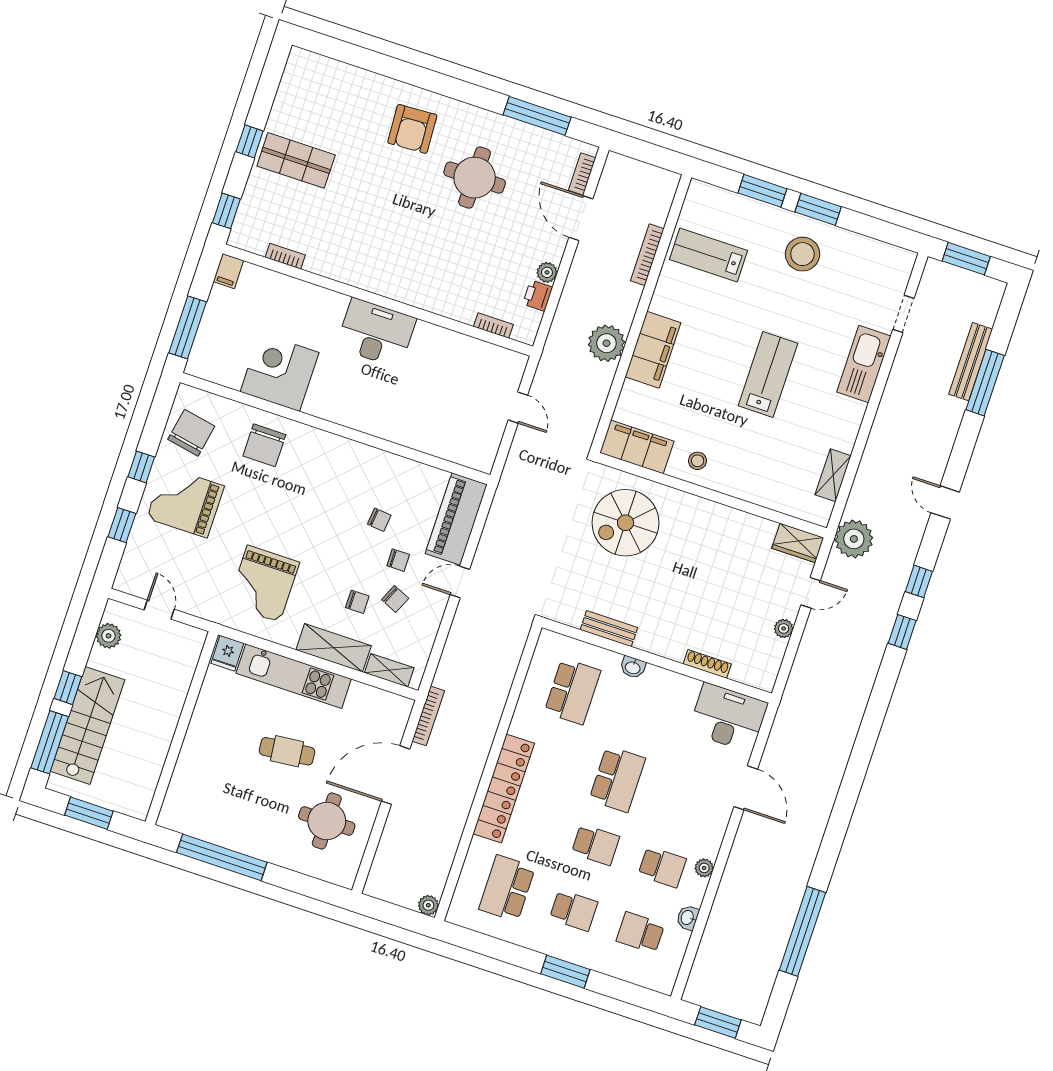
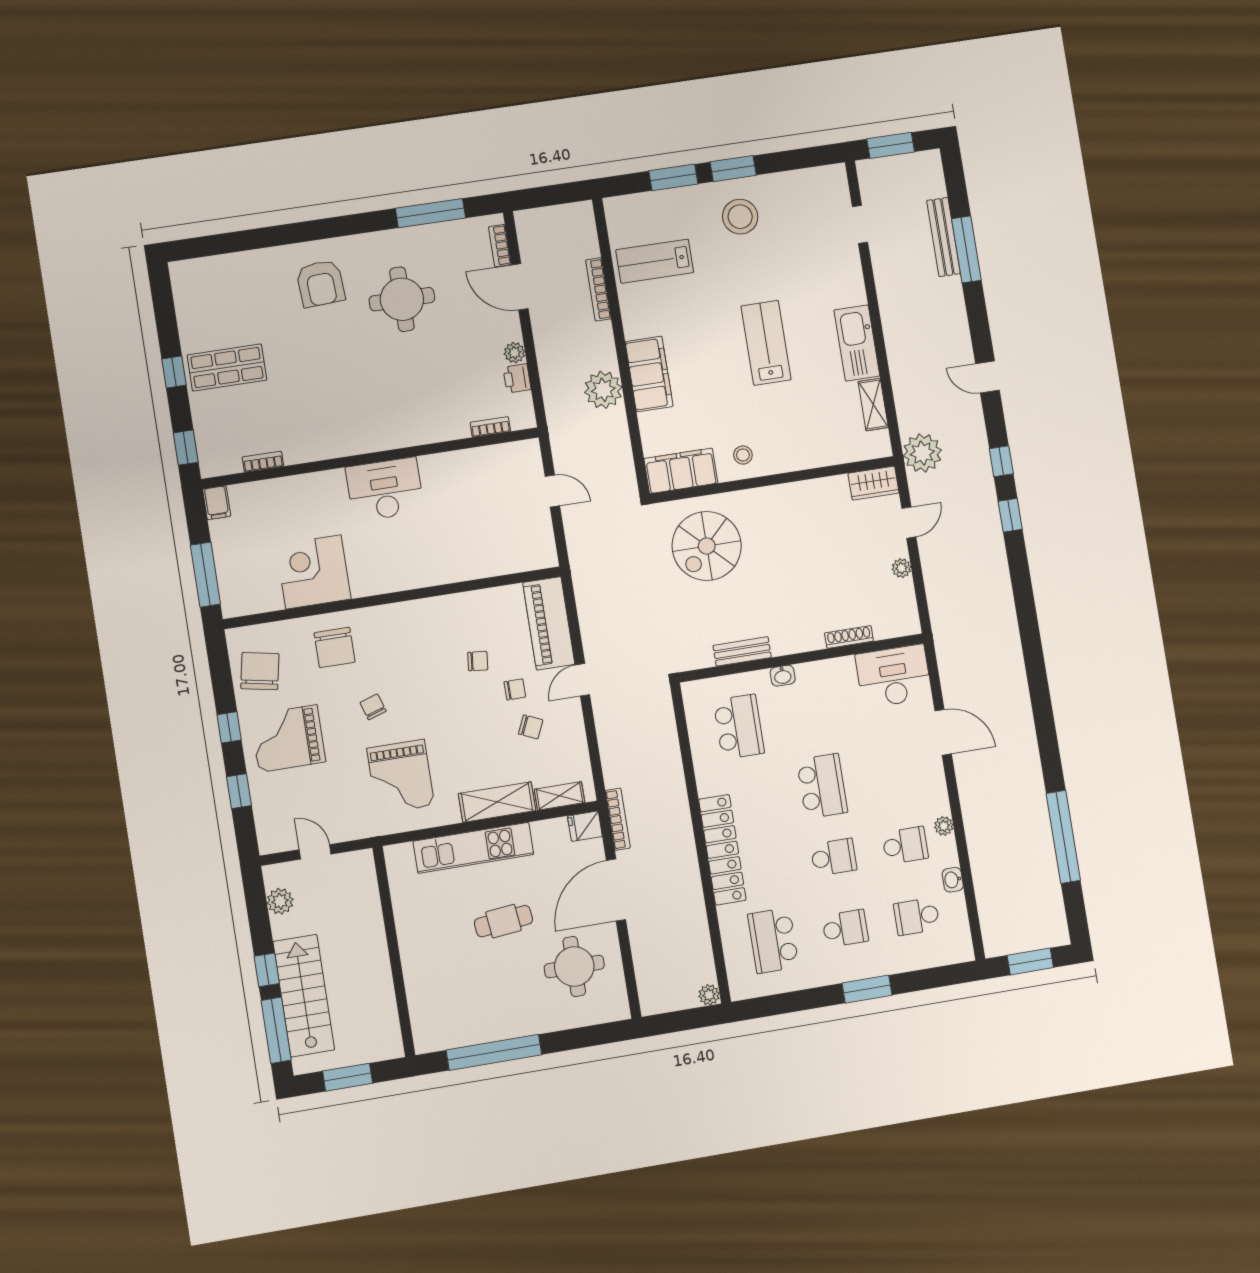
kitchen sink: (864, 364) -> (857, 343), moved
chair: (357, 602) -> (373, 707), moved, turned -108
fridge: (227, 653) -> (585, 826), moved, turned 90

